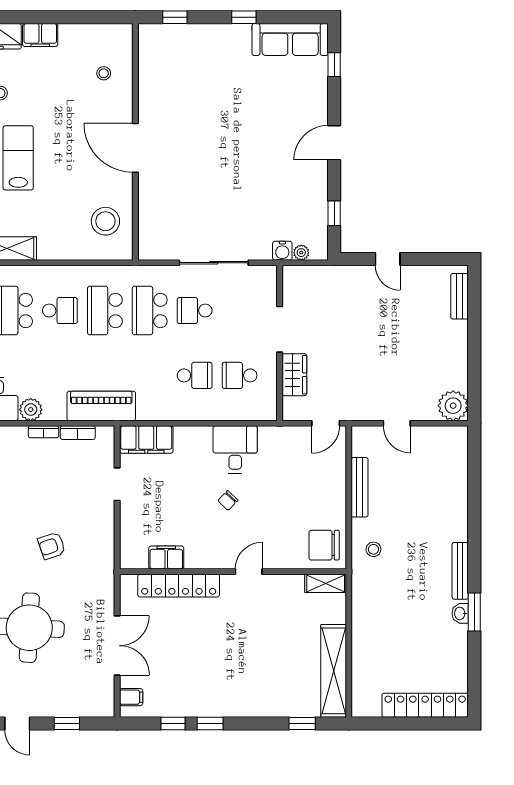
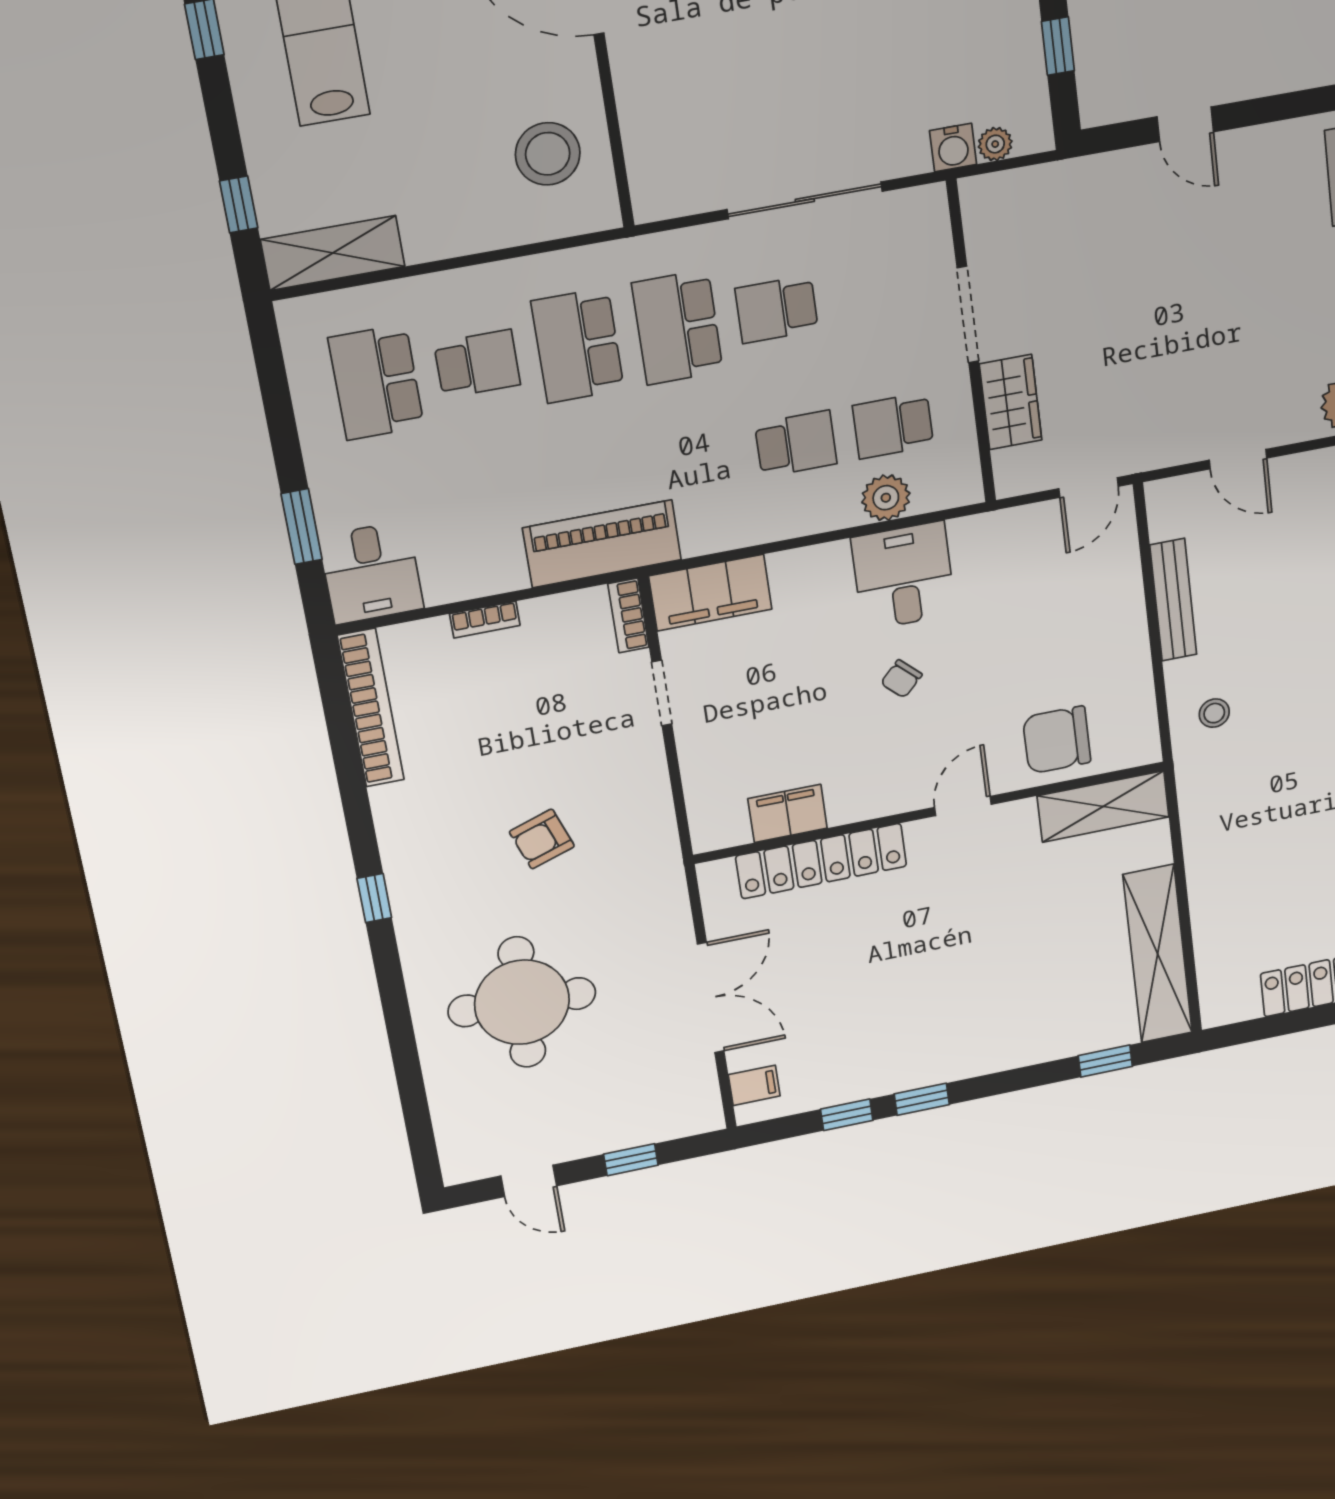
plant: (31, 410) -> (886, 498), moved
bookcase: (78, 433) -> (628, 616), moved, turned 90
chair: (324, 545) -> (1057, 740), moved
shelving: (326, 583) -> (1103, 806), width x1.50, depth x1.33

